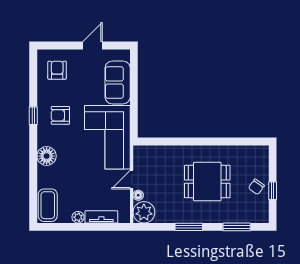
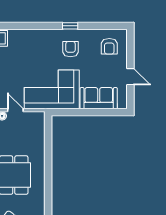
armchair: (57, 70) -> (109, 46), turned 90
floor lamp: (47, 156) -> (36, 37), removed

